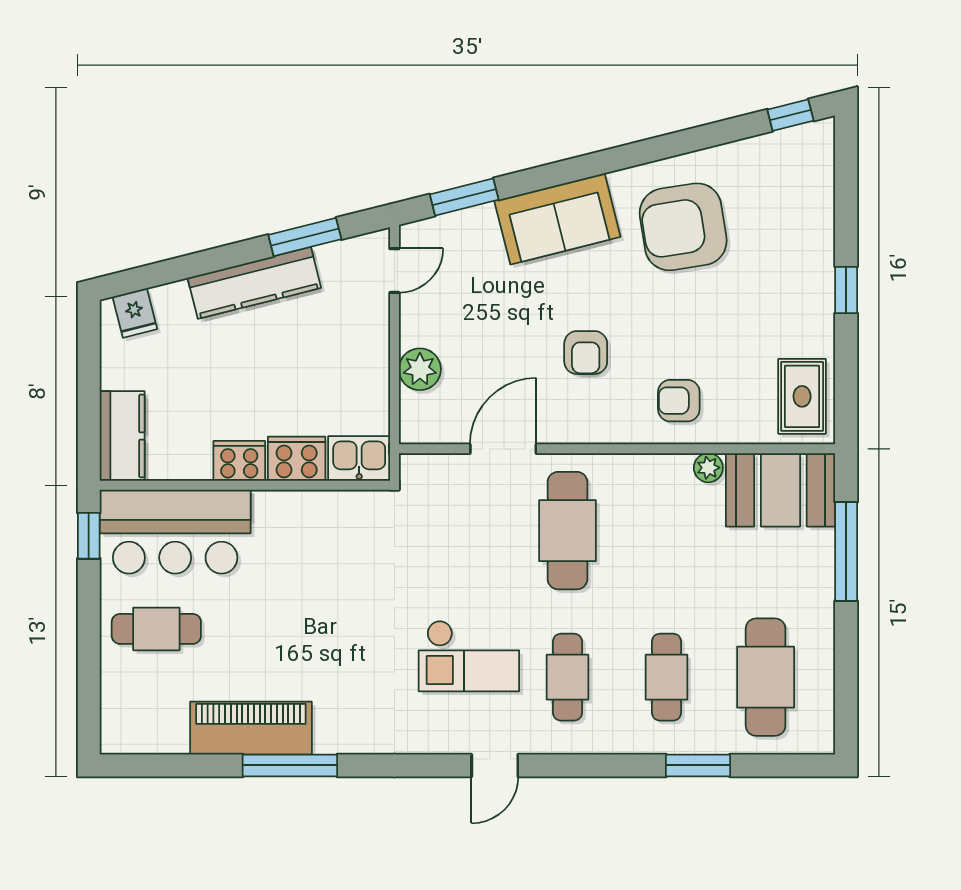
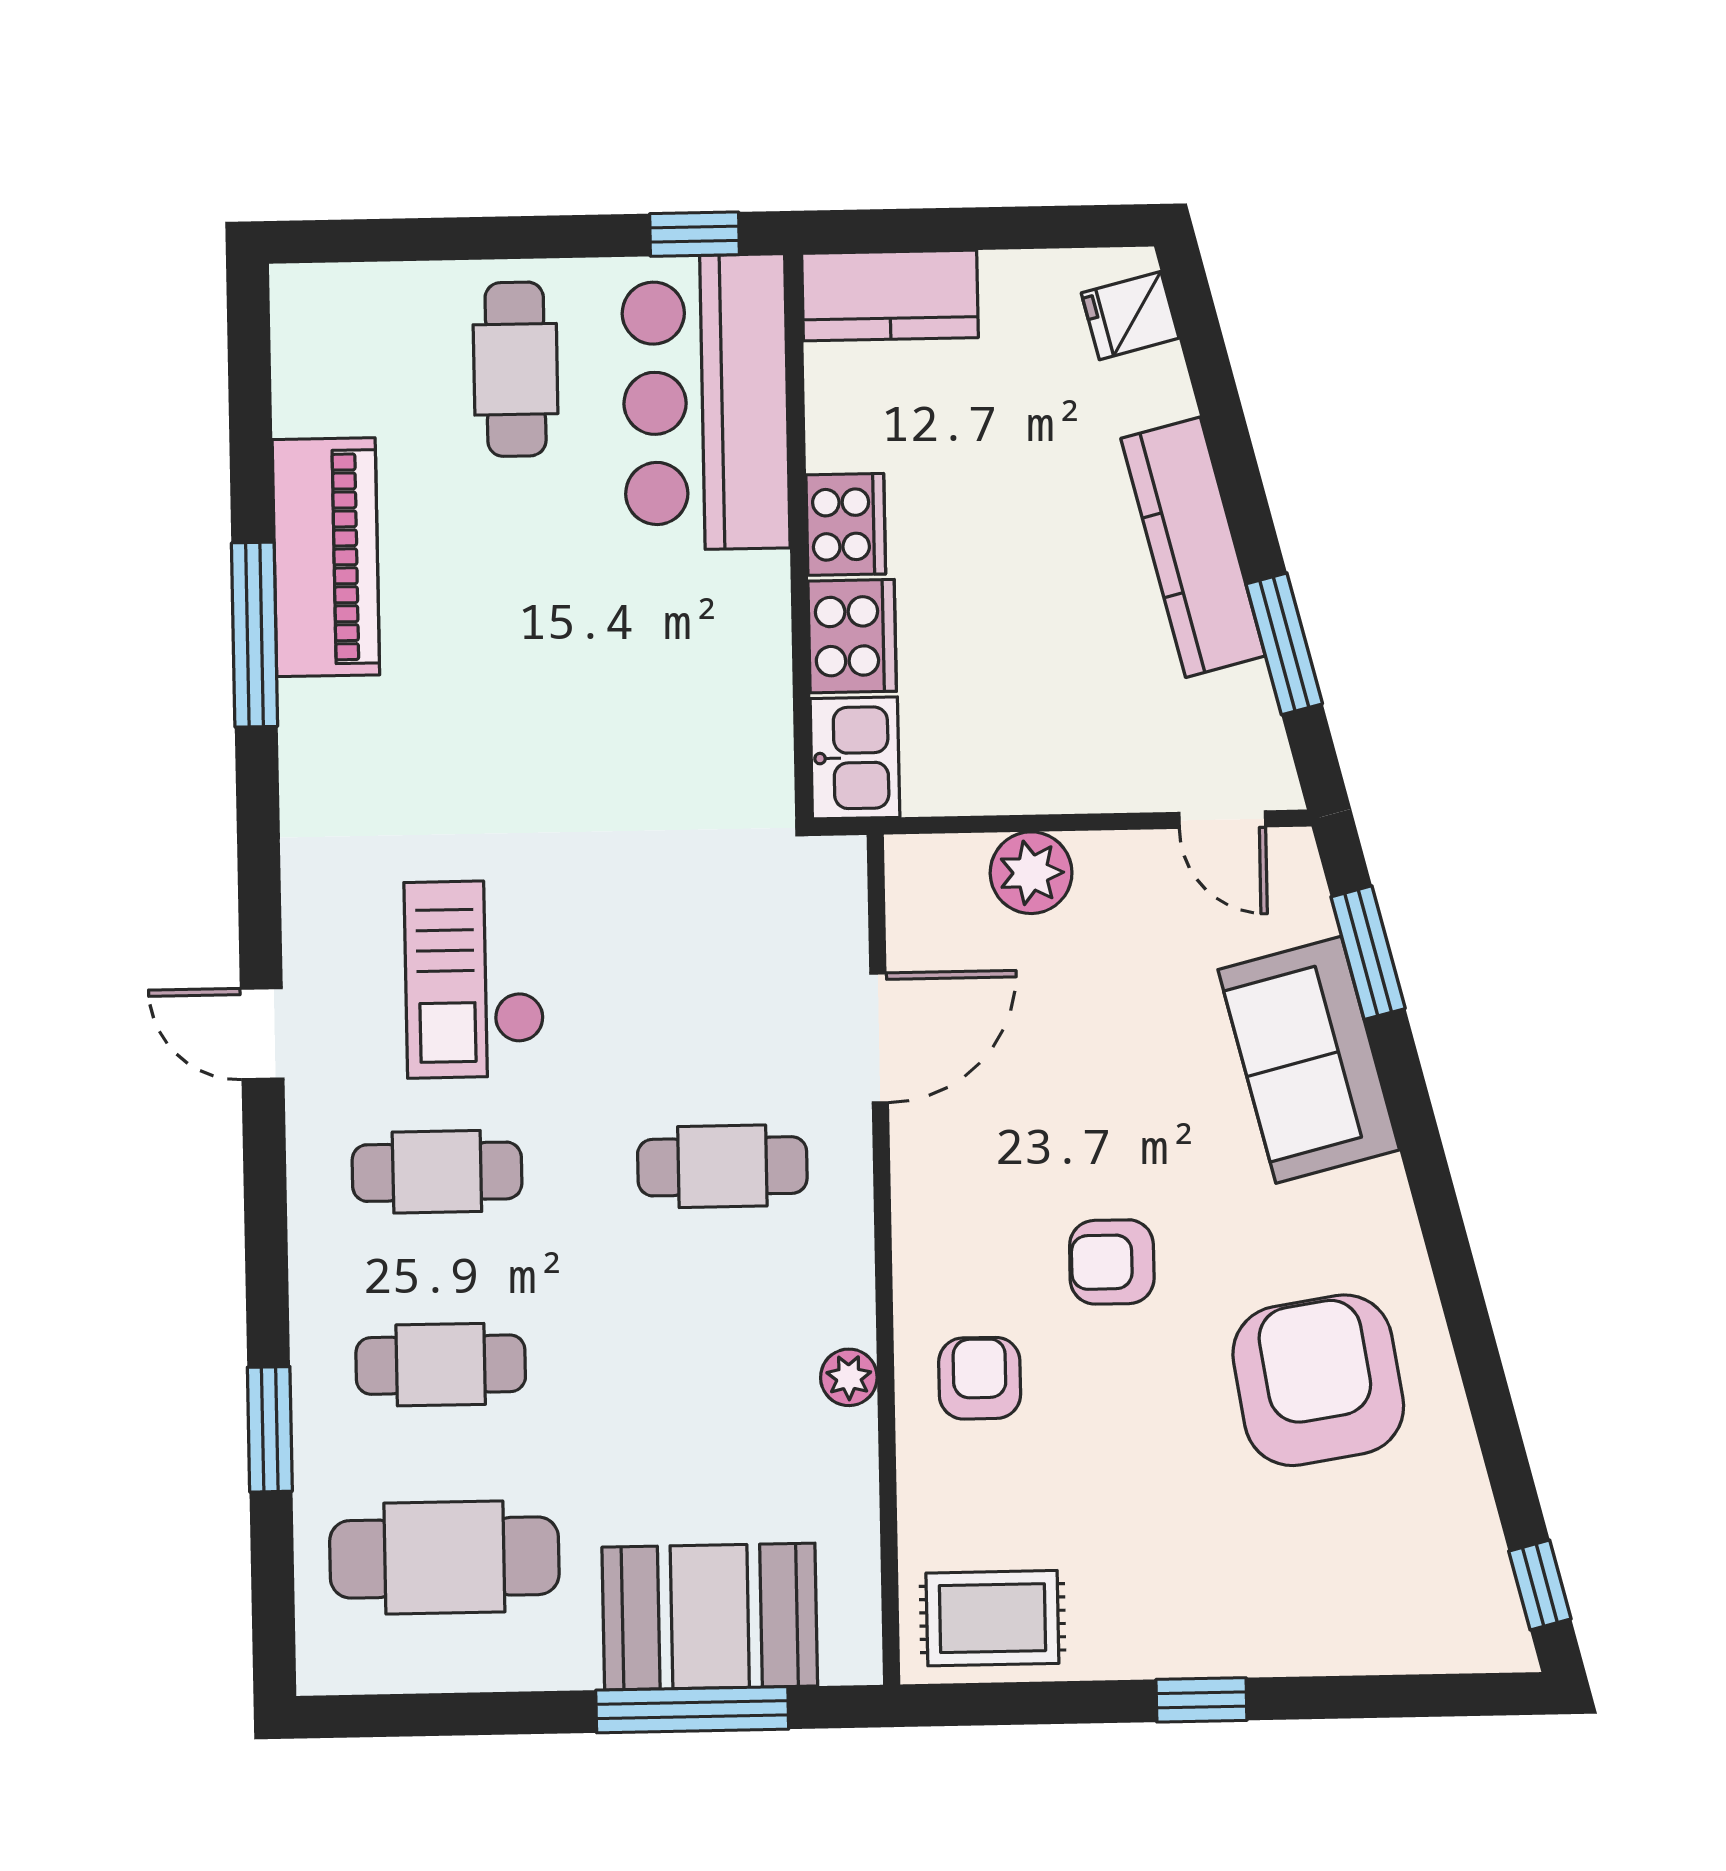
sofa: (557, 219) -> (1309, 1060), moved
armchair: (586, 353) -> (1112, 1262), moved
door: (503, 449) -> (879, 1038), hinge flipped
plant: (708, 468) -> (849, 1377), moved
booth: (780, 490) -> (710, 1617), moved, turned 90
cafe table: (567, 531) -> (722, 1166), width x0.73, depth x0.74

